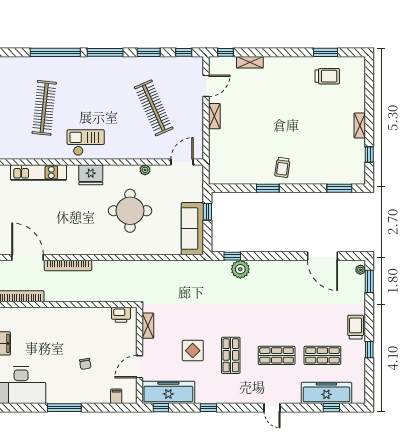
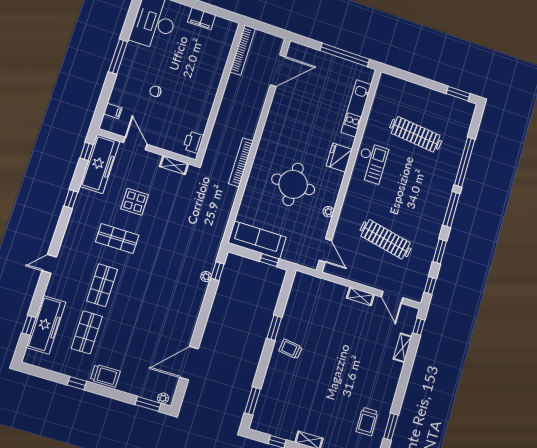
clothes rail: (154, 108) -> (386, 239), turned 36
bookcase: (68, 265) -> (241, 162), moved
plant: (240, 269) -> (206, 277), width x0.53, depth x0.53

